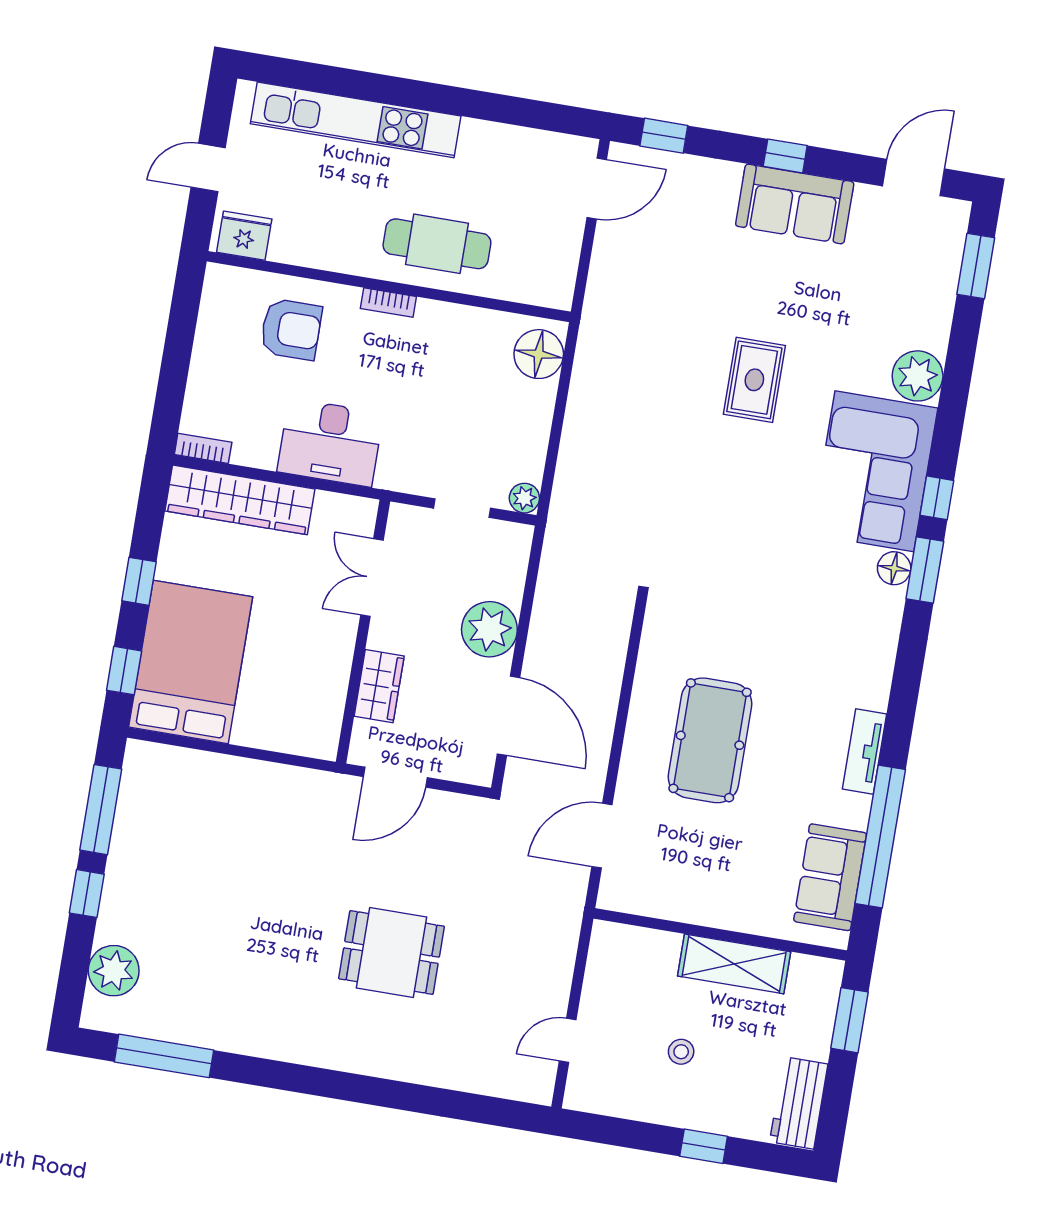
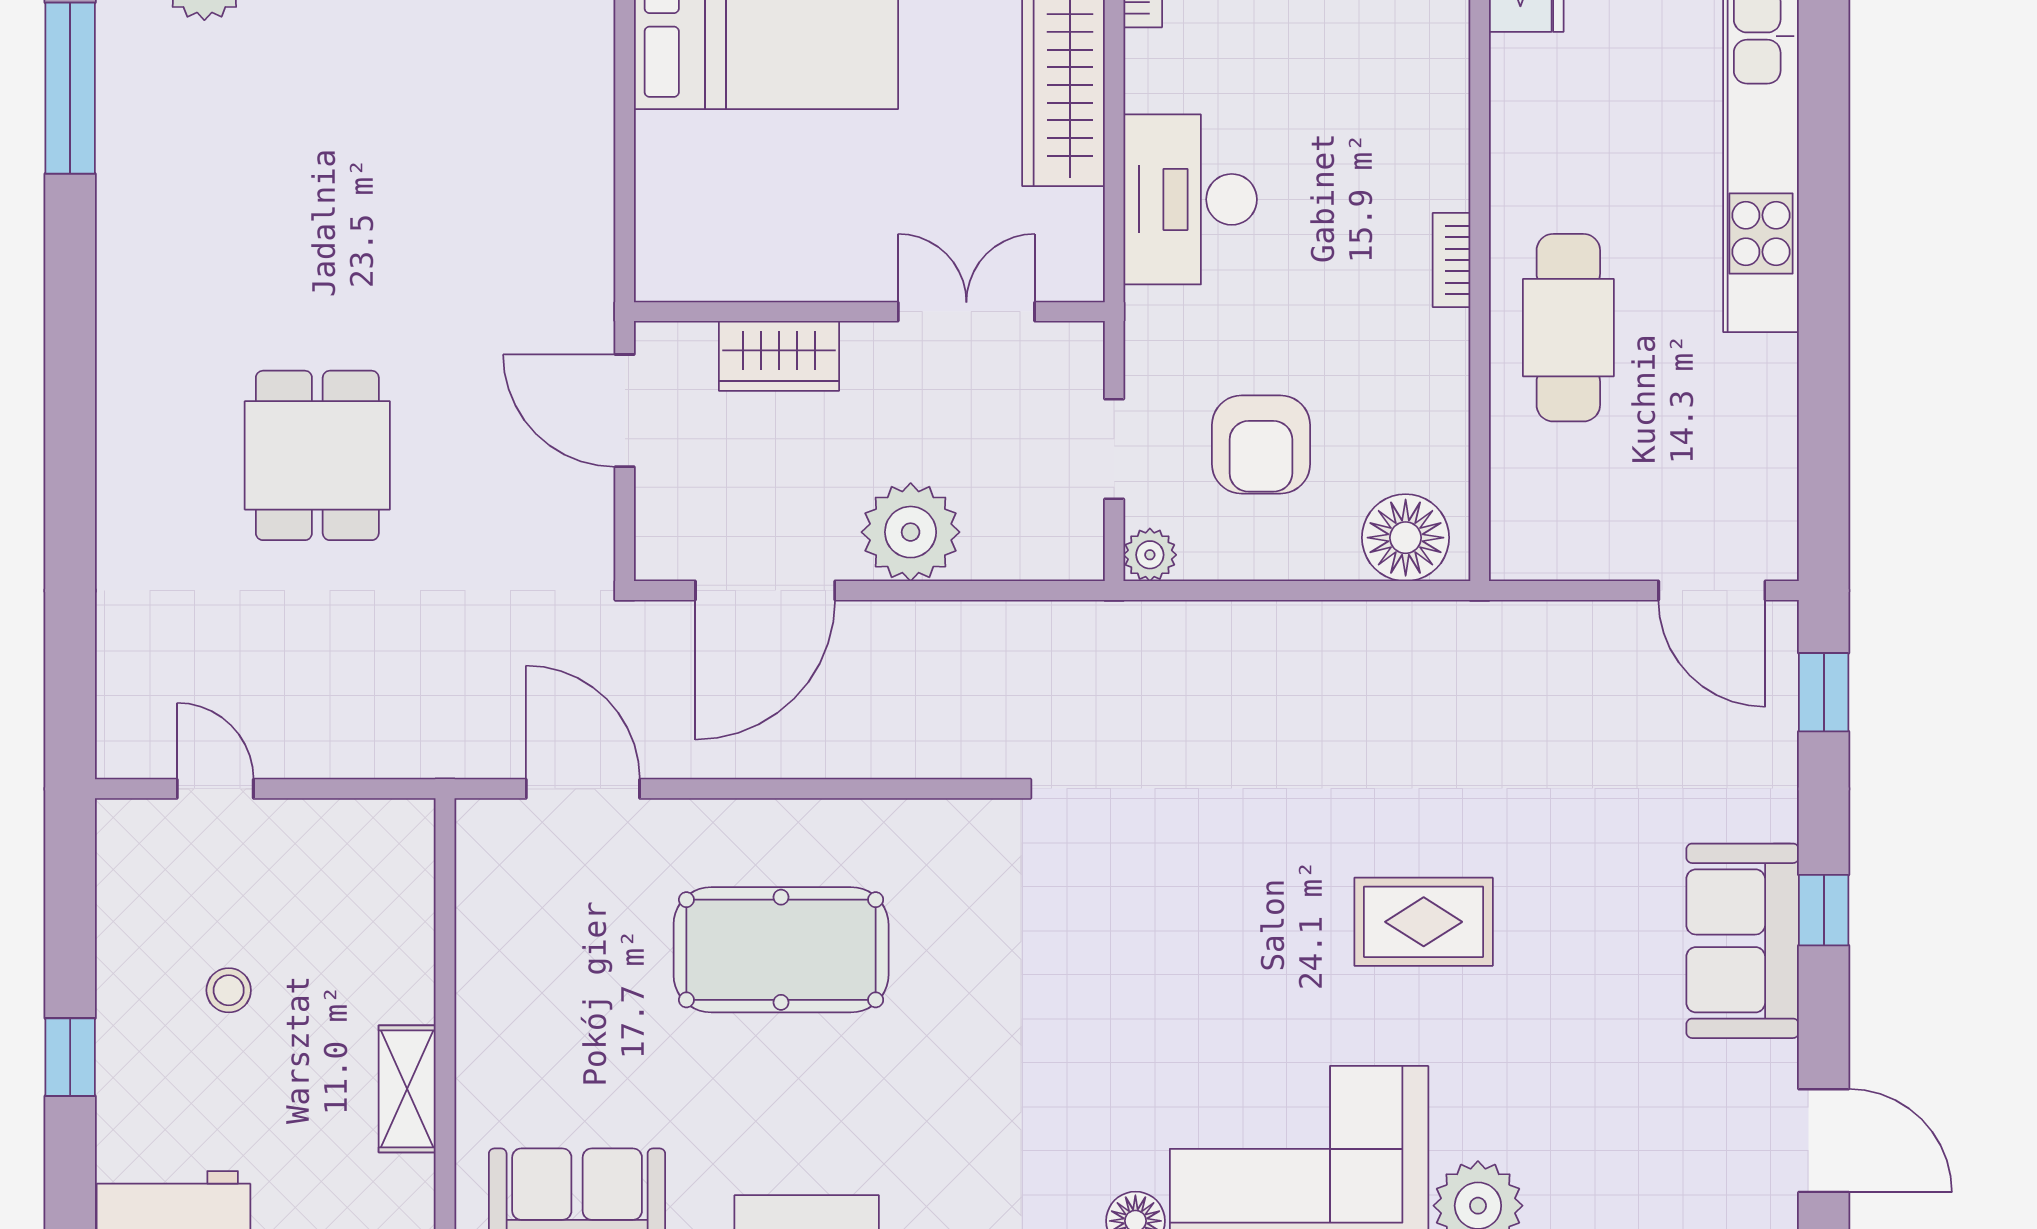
armchair: (291, 329) -> (1261, 445), moved
shelving: (734, 964) -> (407, 1089), width x0.67, depth x0.75

